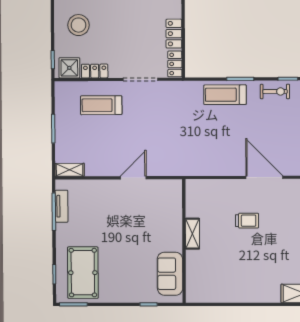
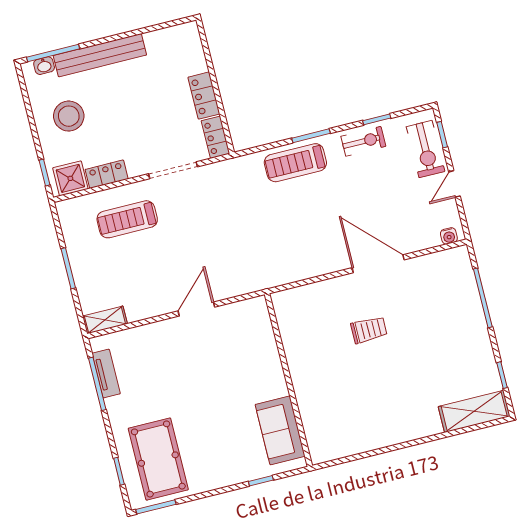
shelving: (192, 234) -> (298, 367), removed

